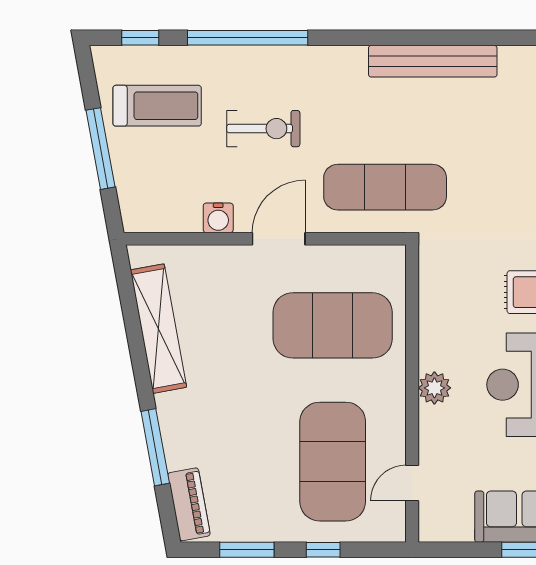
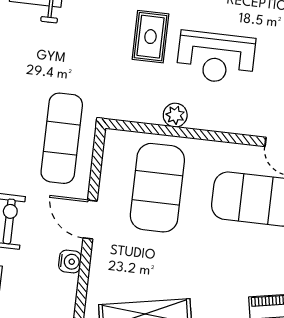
plant: (434, 388) -> (175, 115), moved

